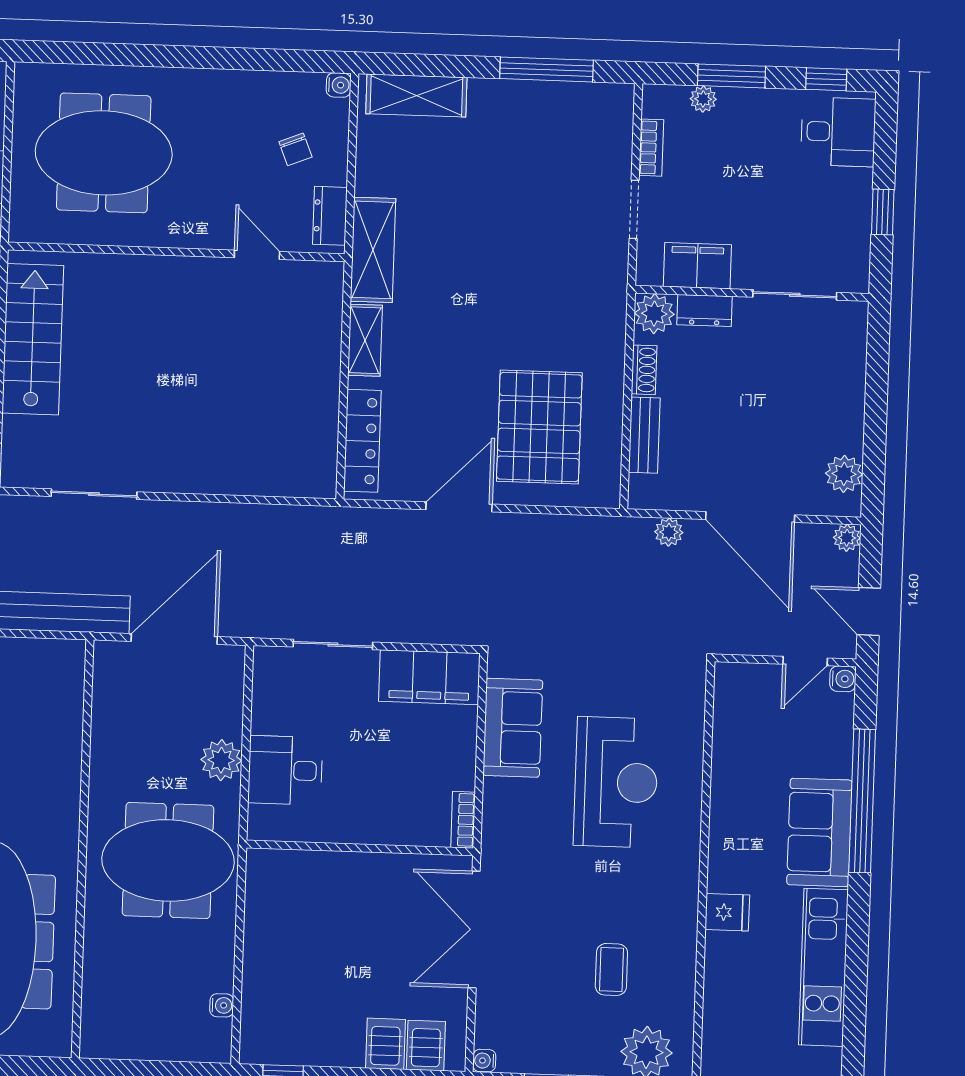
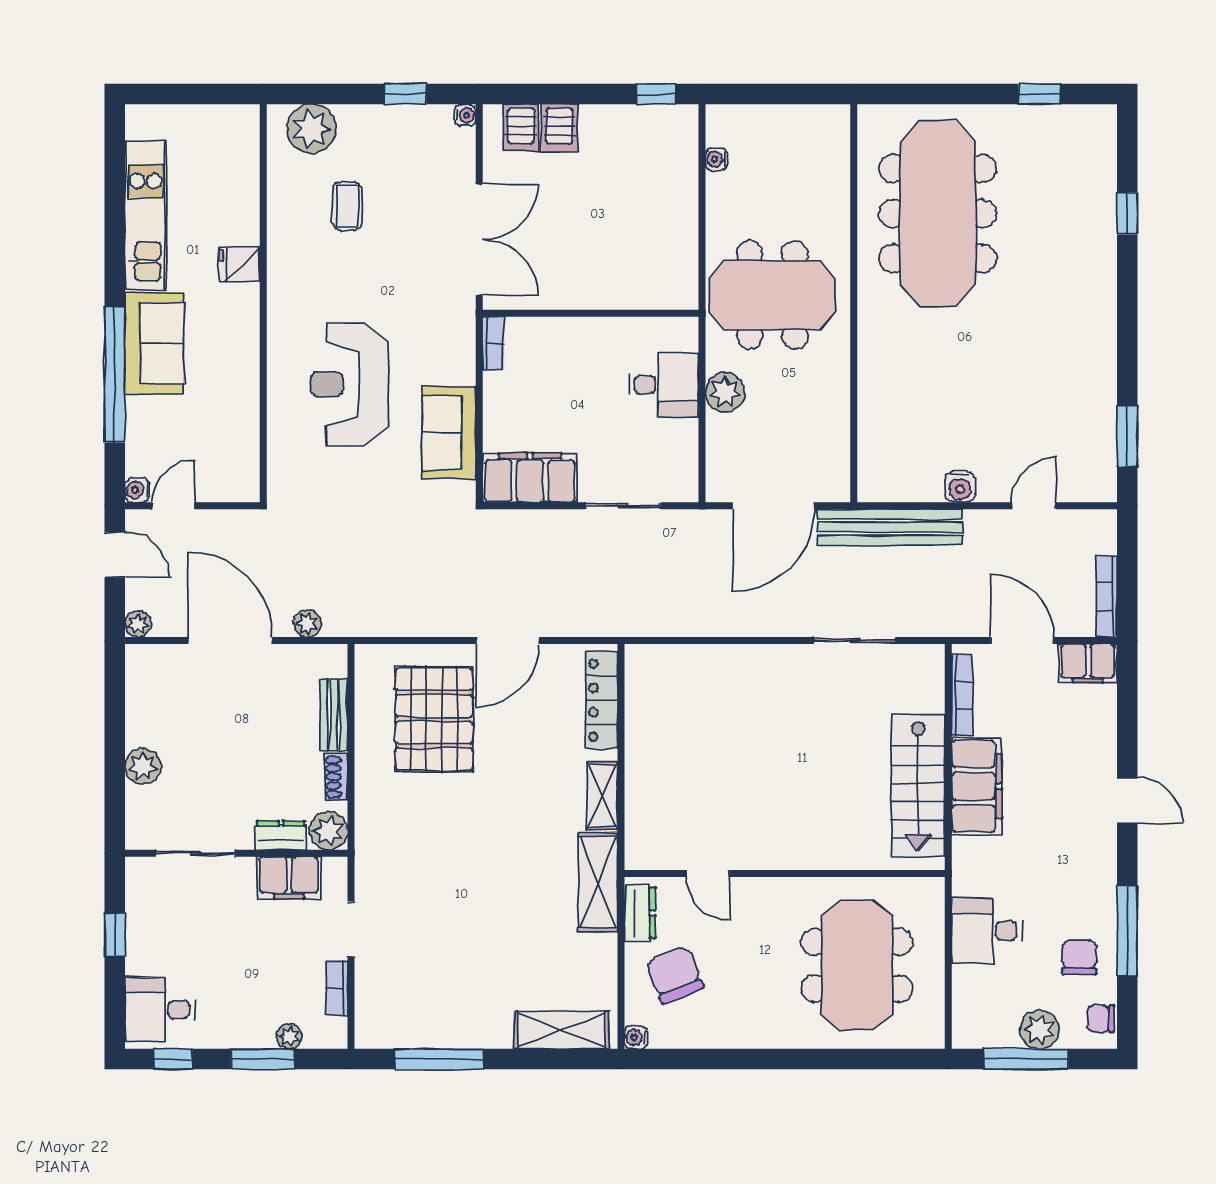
chair: (295, 149) -> (675, 975), width x1.87, depth x1.87
meeting table: (104, 153) -> (857, 965), turned 90
plant: (844, 474) -> (143, 766), moved

